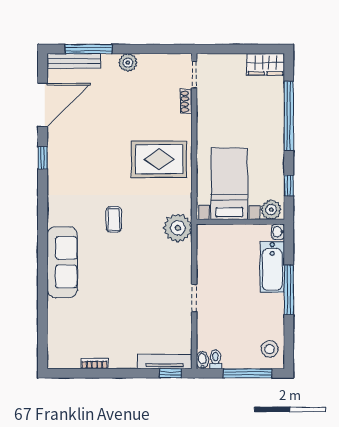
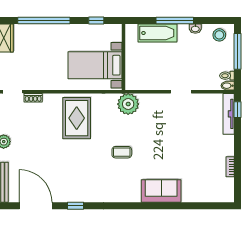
plant: (271, 210) -> (114, 34), removed
washbasin: (278, 232) -> (195, 29), moved
sofa: (62, 262) -> (161, 191), width x0.73

